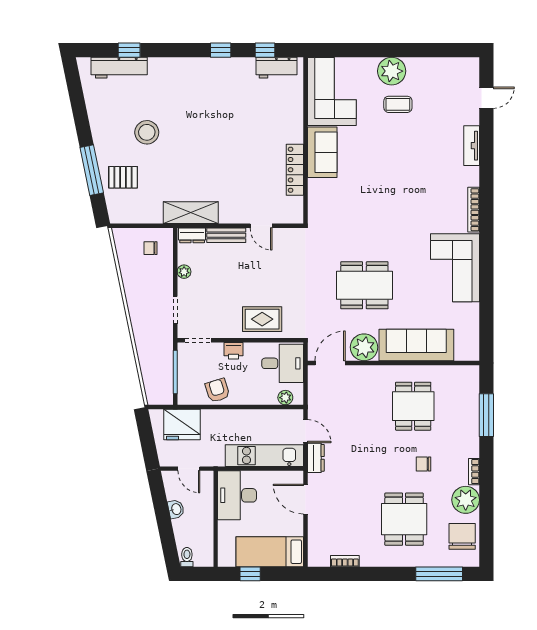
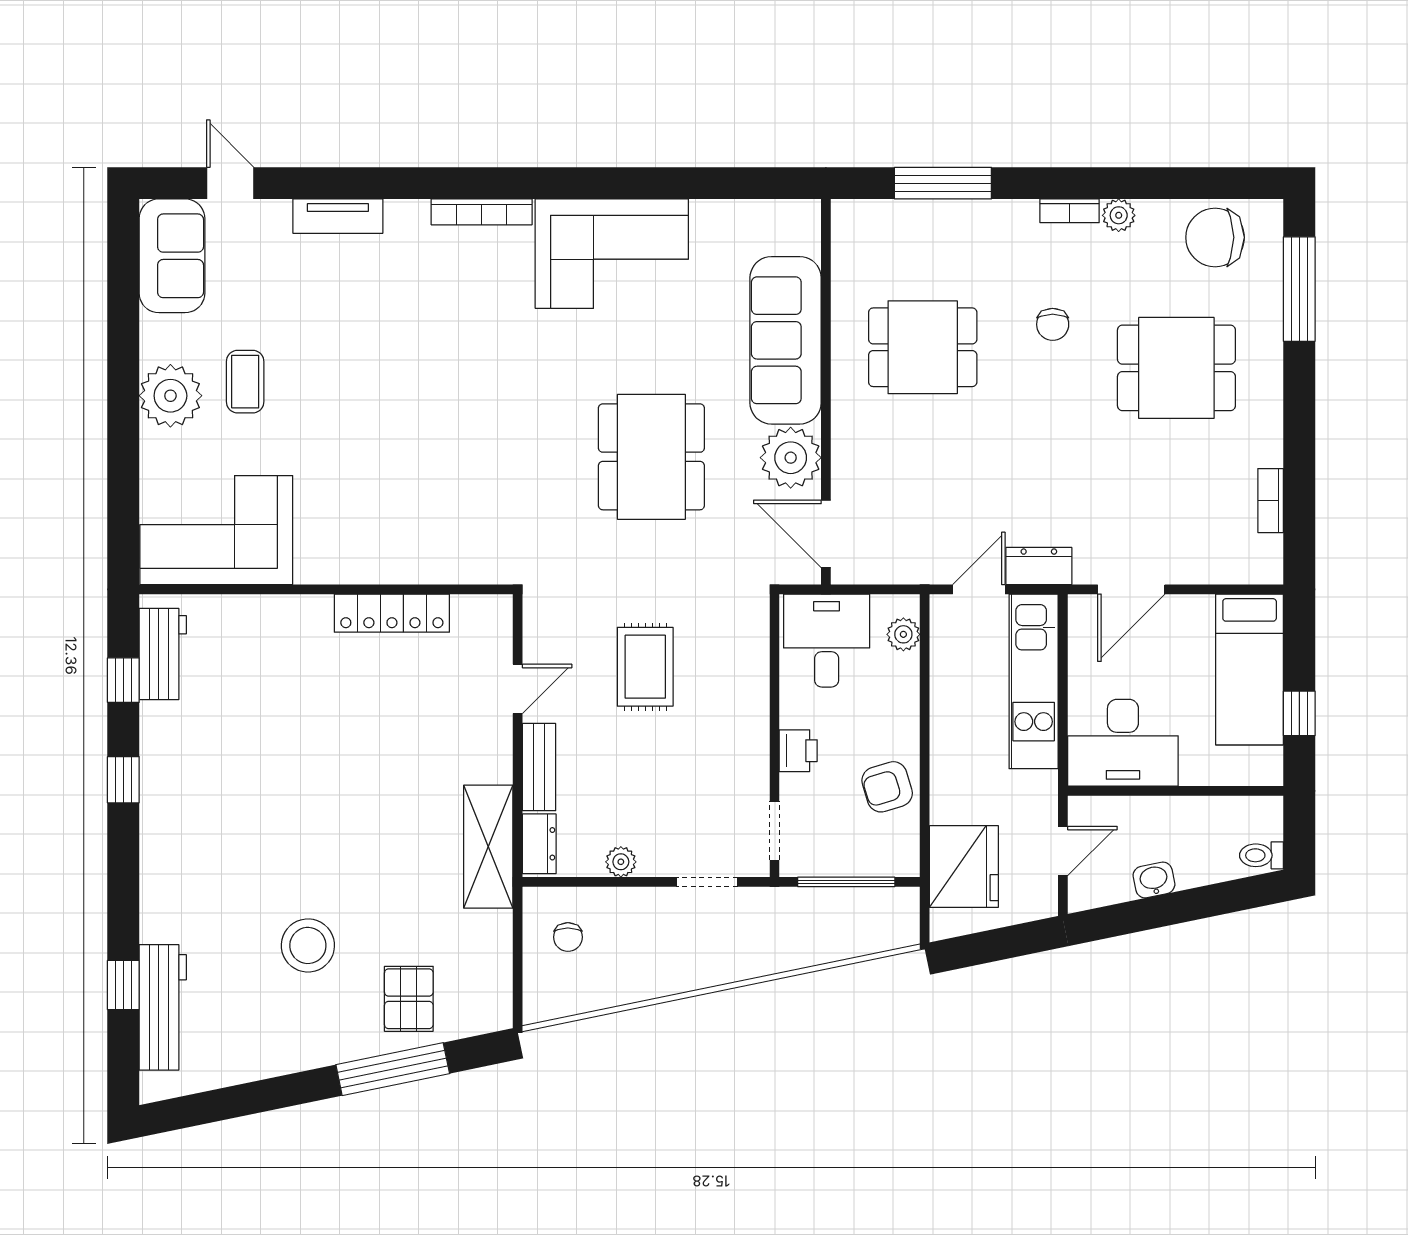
sofa: (322, 152) -> (172, 256), moved, turned 90
rug: (262, 319) -> (645, 667), moved
plant: (466, 500) -> (1119, 215), width x0.53, depth x0.53

